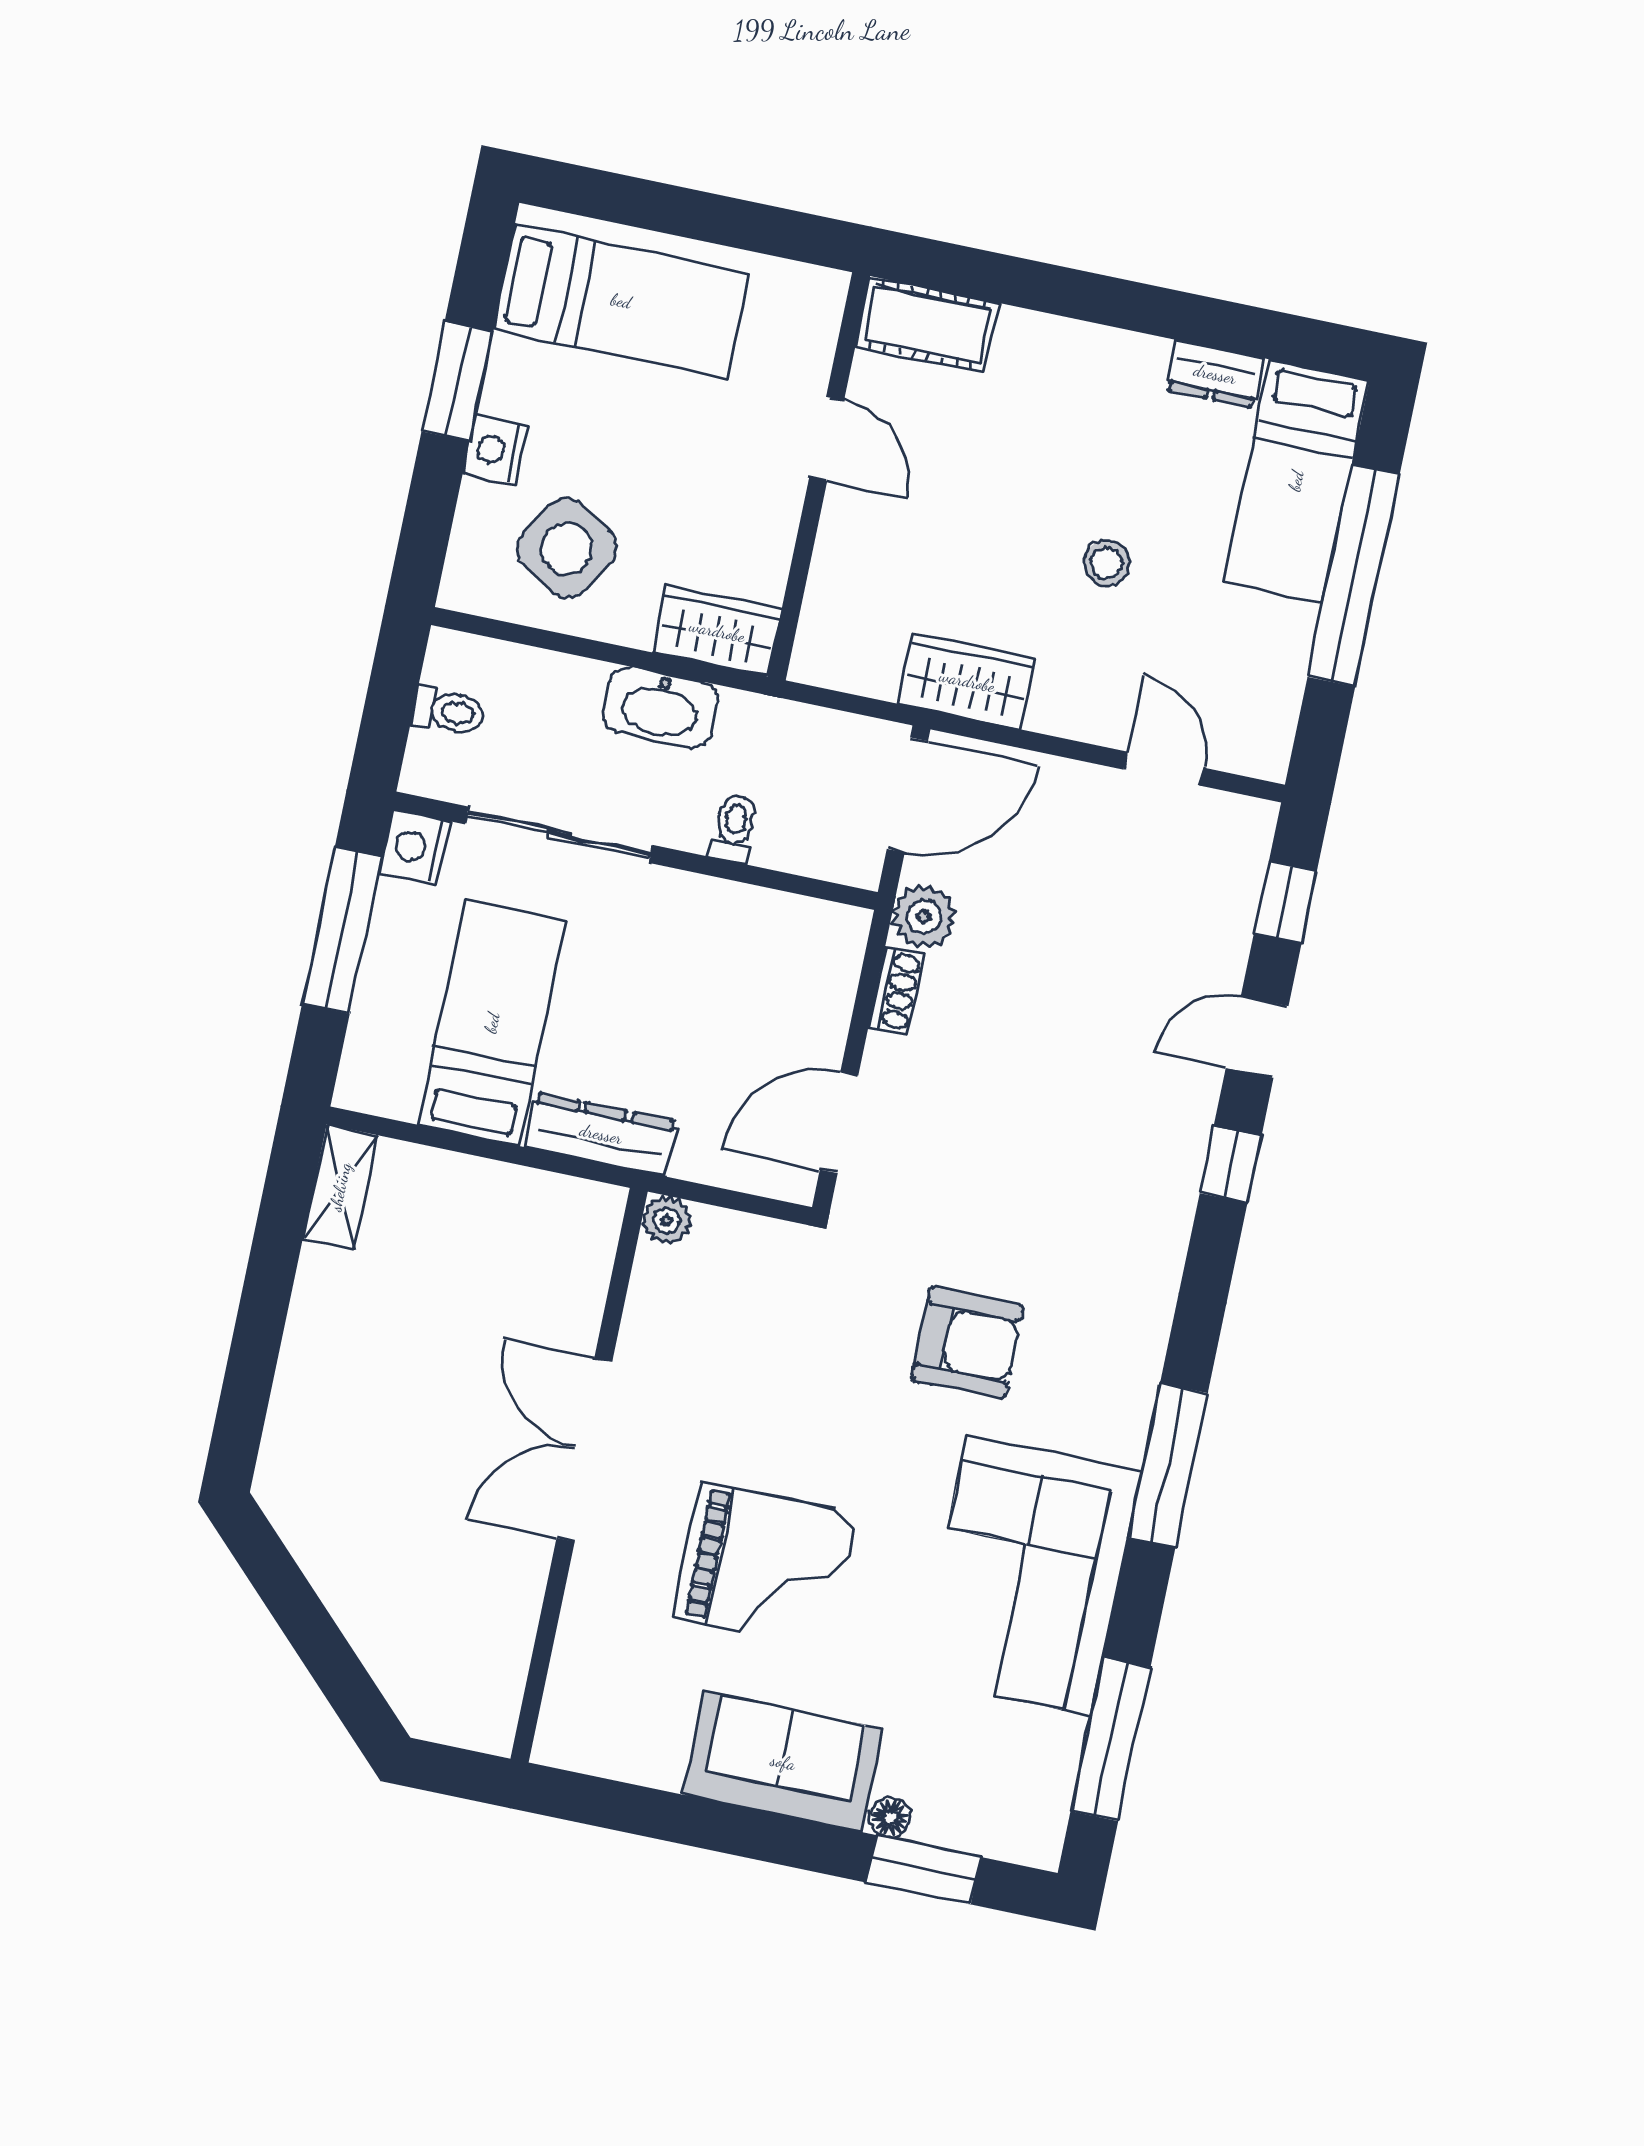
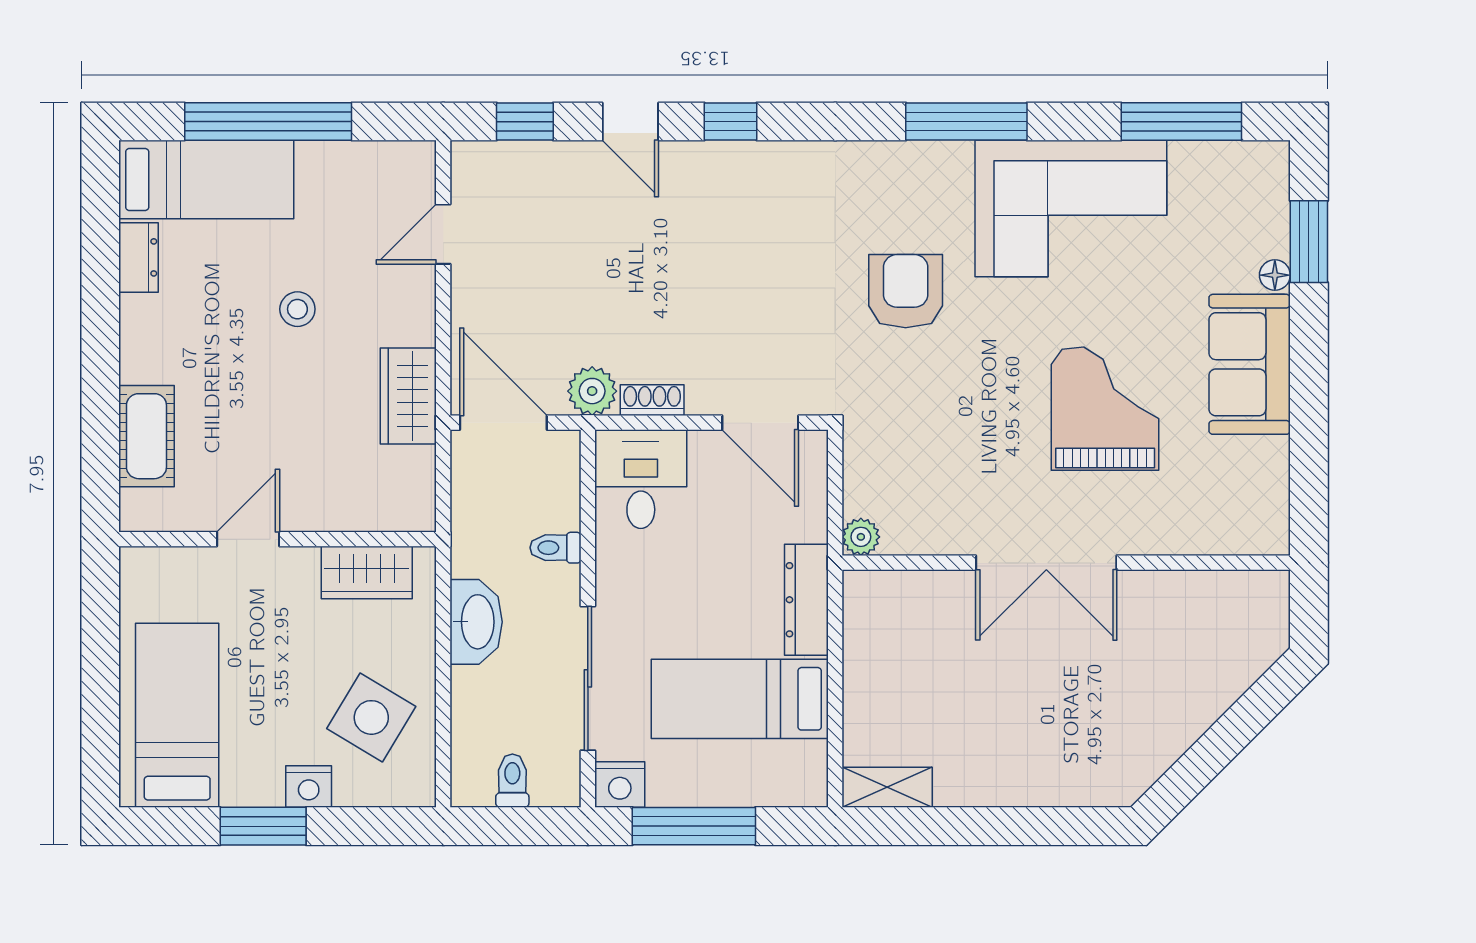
cot: (927, 325) -> (146, 436), moved
wardrobe: (717, 631) -> (367, 573), moved, turned -90
desk: (799, 955) -> (641, 479), added

